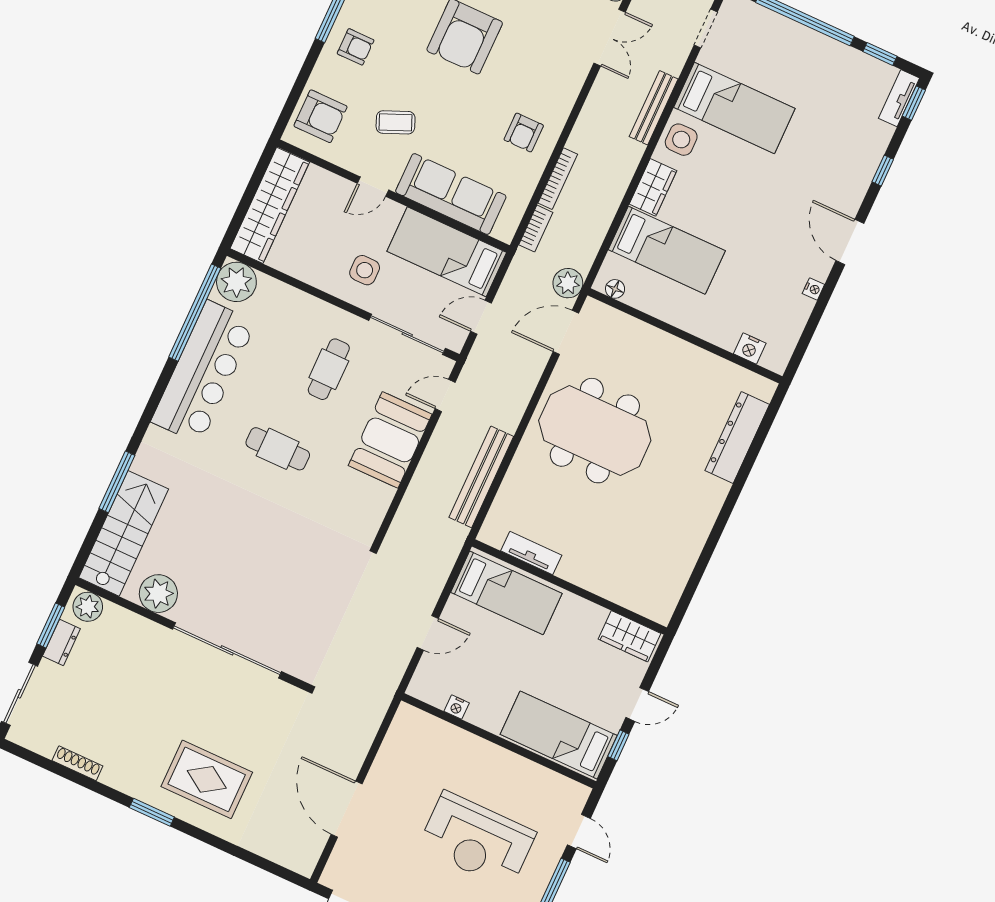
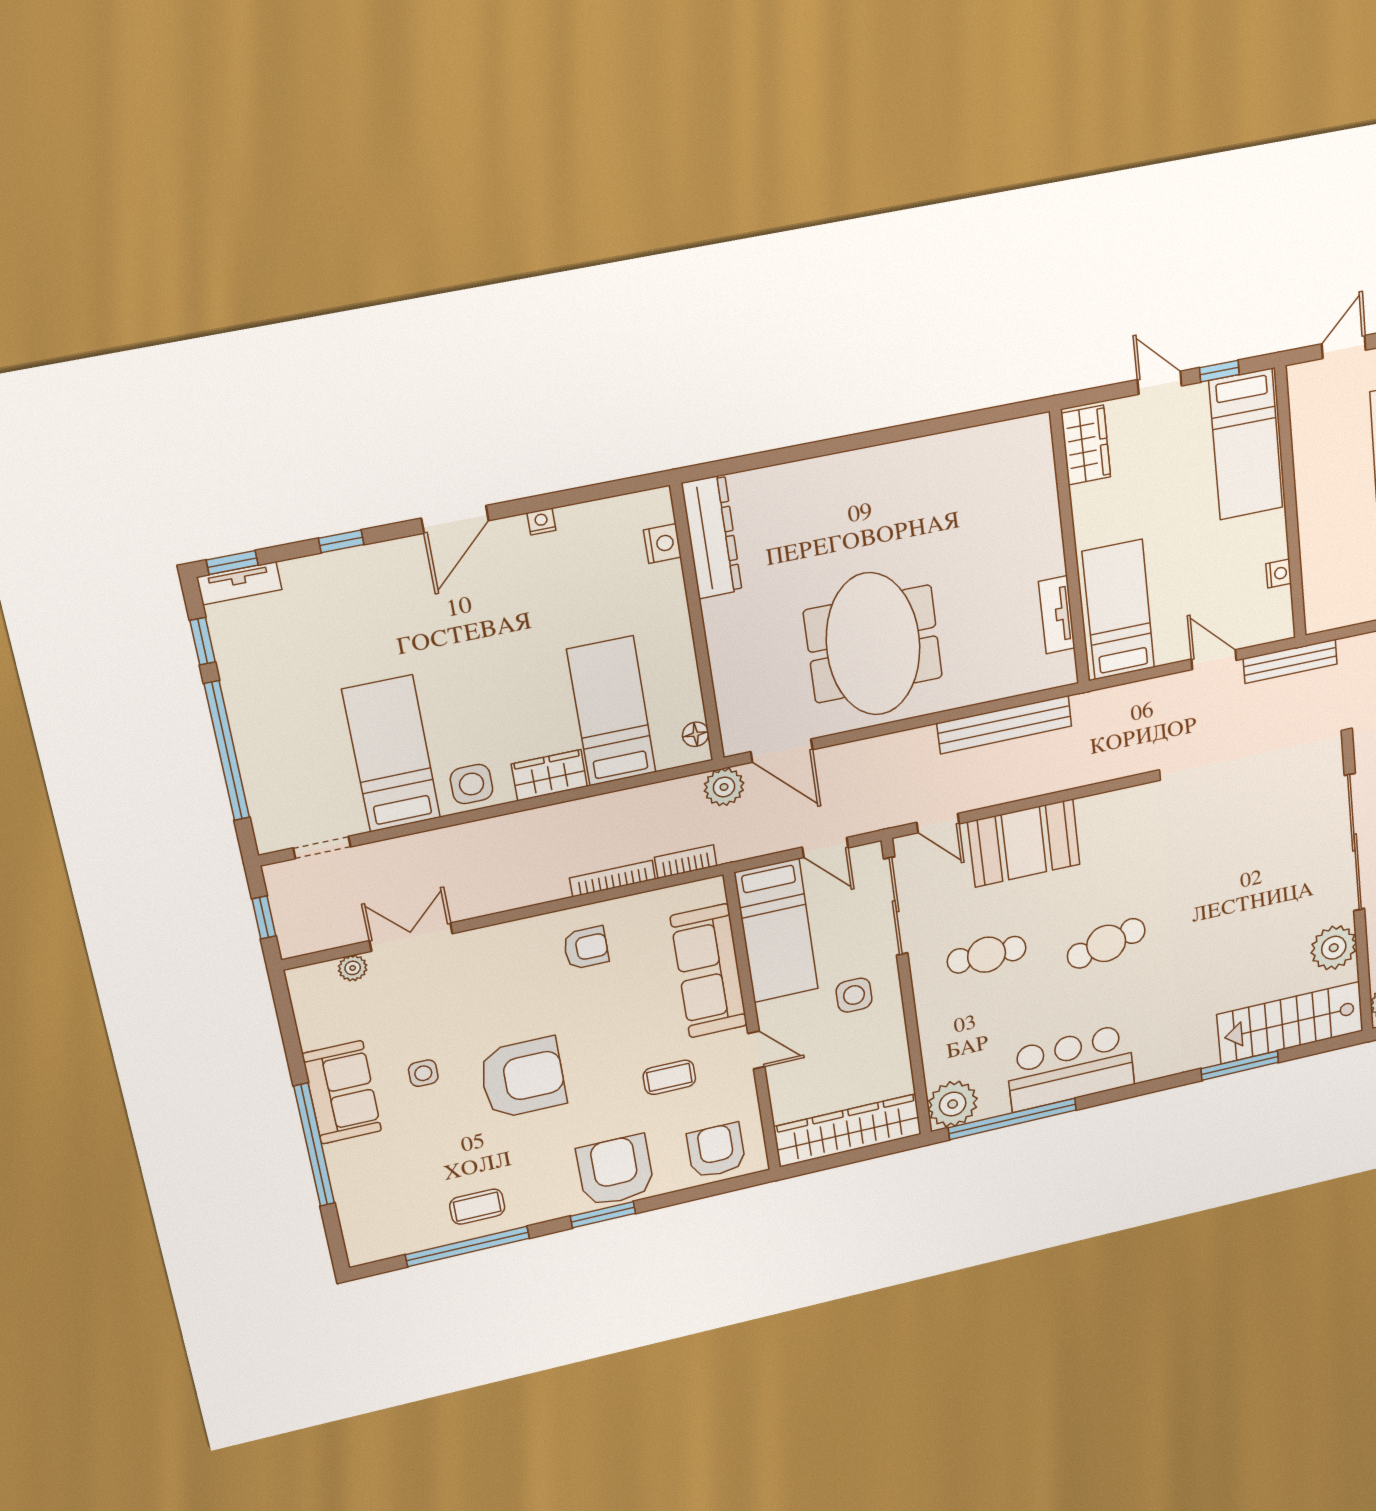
armchair: (356, 47) -> (615, 1171), width x1.88, depth x1.88
bench: (654, 108) -> (1290, 661), moved
coffee table: (396, 122) -> (669, 1077), turned -67
bar counter: (204, 372) -> (1070, 1068), width x0.73
dresser: (737, 437) -> (712, 537), moved, turned -90
cafe table: (278, 449) -> (1106, 943), turned 76

